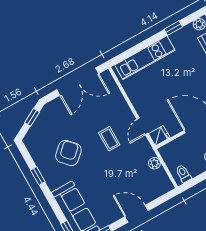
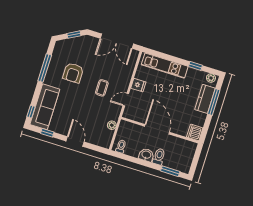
fridge: (159, 136) -> (138, 85), moved
armchair: (68, 153) -> (73, 73), turned 133
window: (38, 176) -> (45, 68), width x2.17

